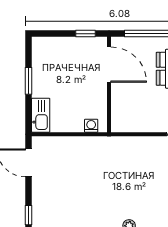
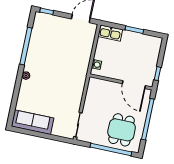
door: (109, 65) -> (134, 85), hinge flipped

